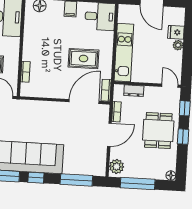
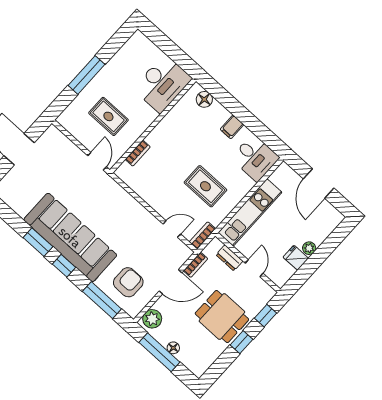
fridge: (176, 32) -> (296, 258), moved
door: (170, 86) -> (254, 268), moved
door: (84, 102) -> (172, 229), width x0.53
dining table: (158, 130) -> (222, 317), turned 90
armchair: (84, 156) -> (128, 282), added
floor lamp: (171, 175) -> (173, 348), moved

